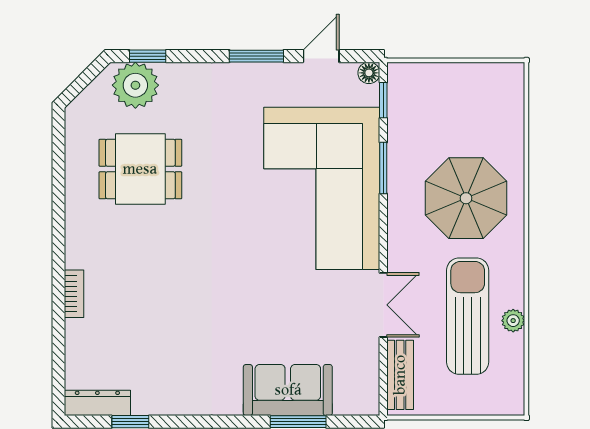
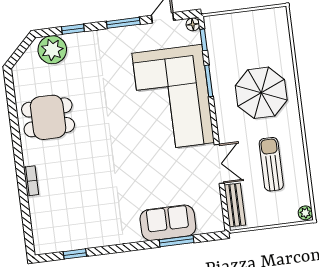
window: (148, 56) -> (73, 29), moved
dining table: (140, 169) -> (48, 117), moved
sun lounger: (468, 316) -> (271, 164), width x0.73, depth x0.75
plant: (513, 321) -> (305, 213), moved
dresser: (97, 403) -> (54, 245), removed

